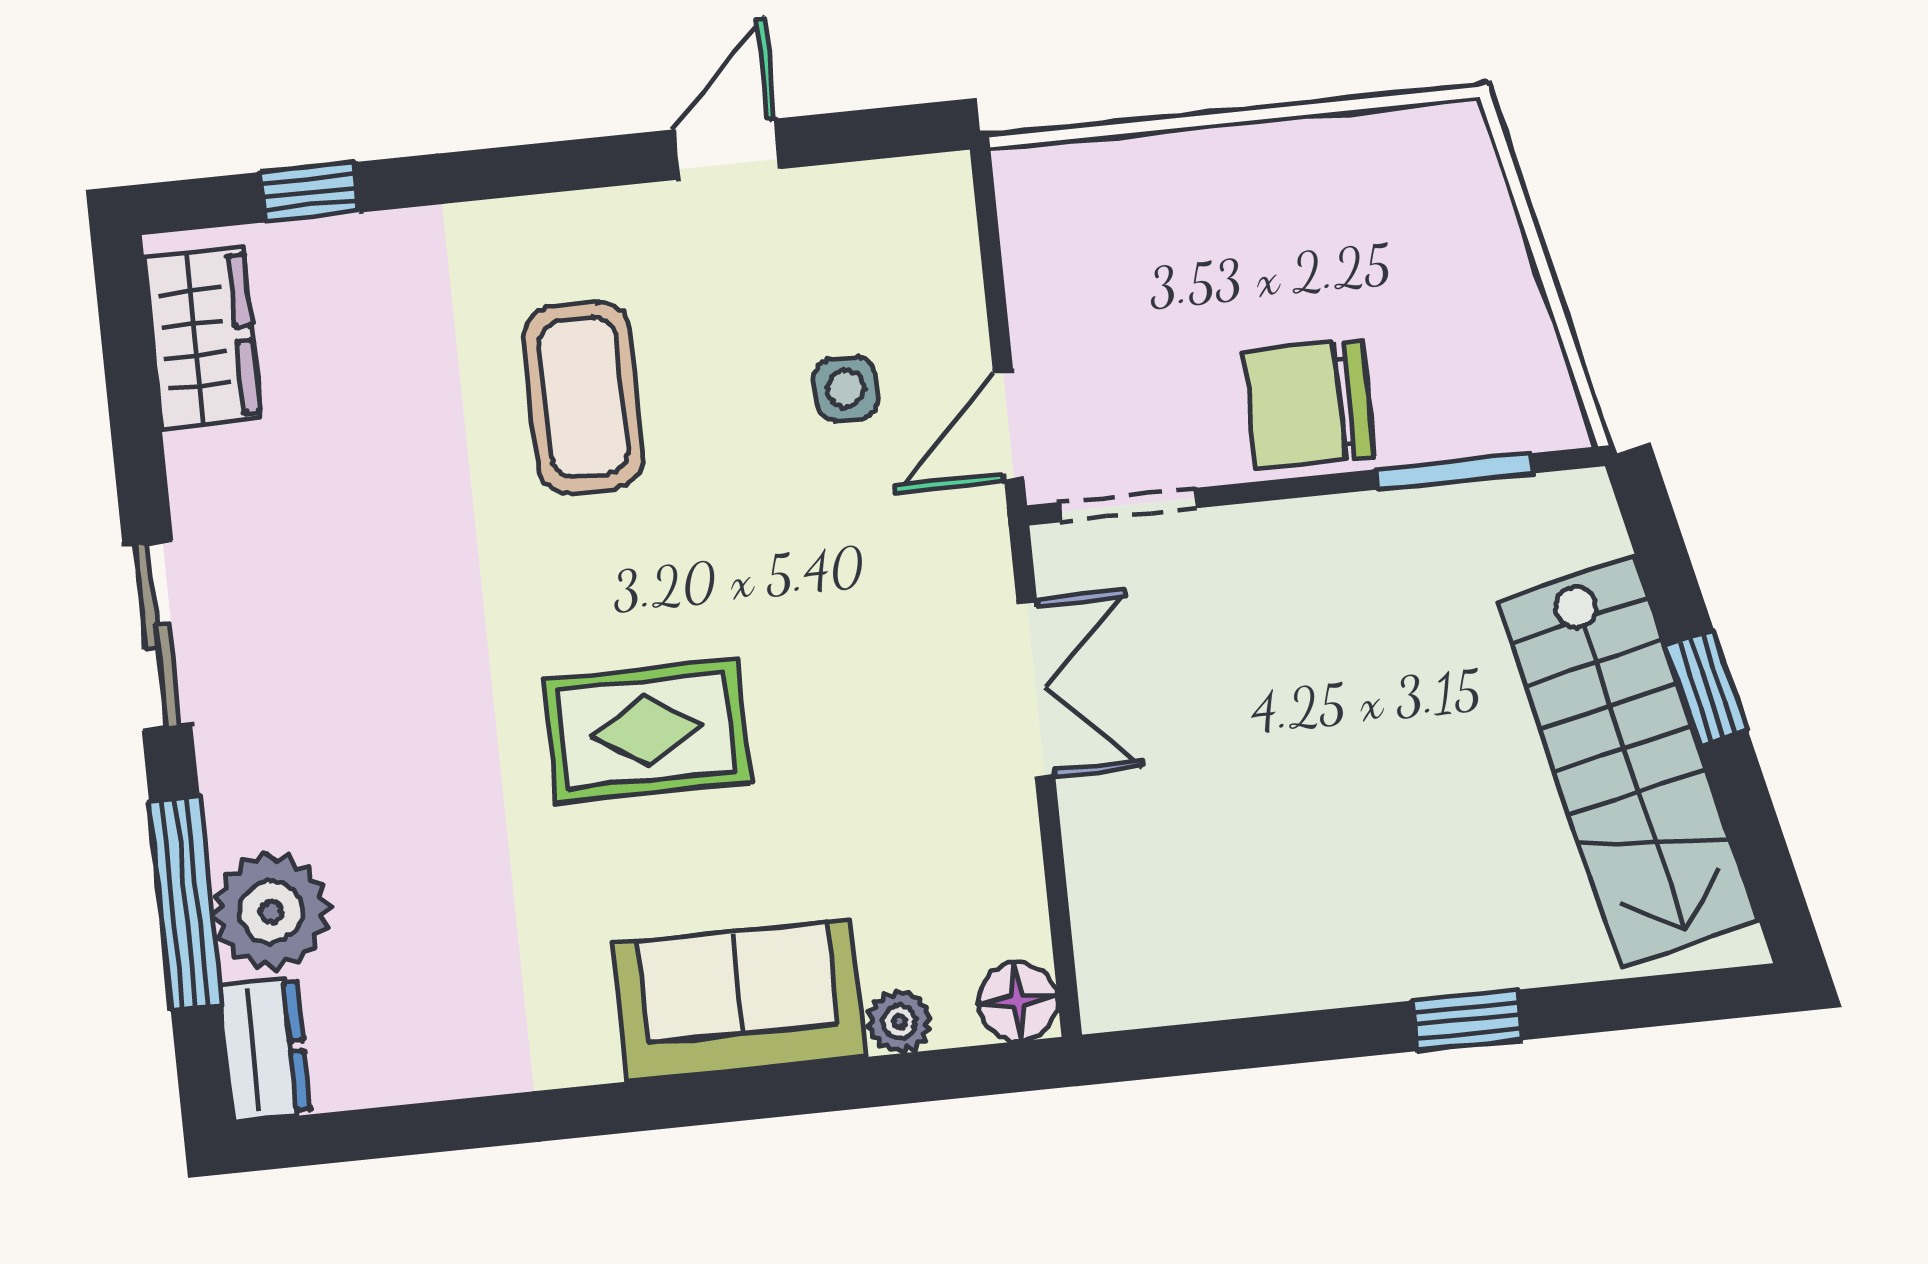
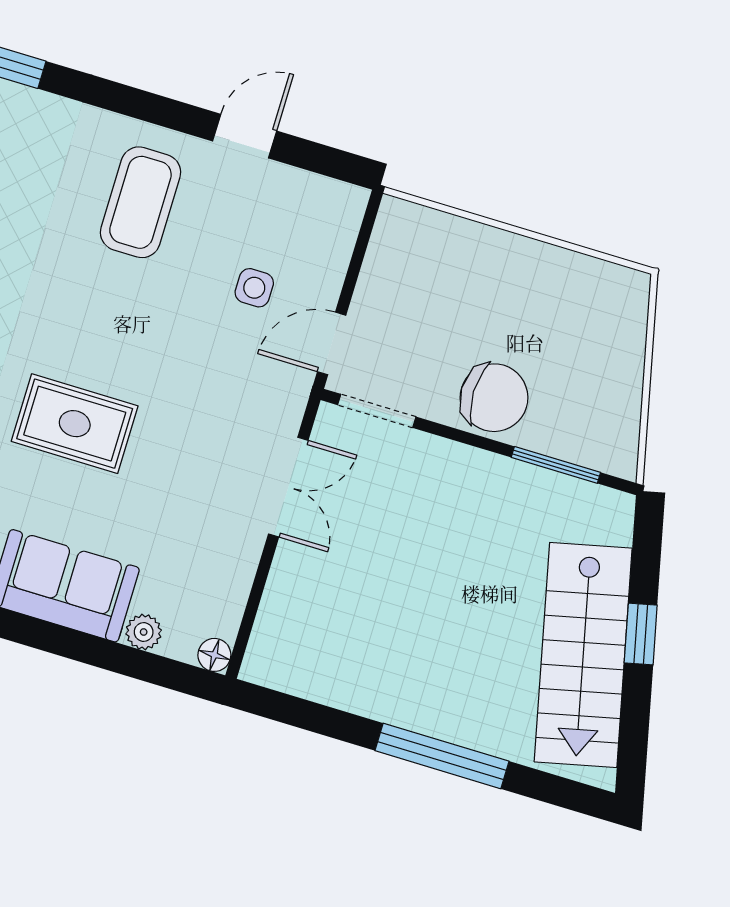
coffee table: (584, 397) -> (140, 202), moved
chair: (1309, 404) -> (494, 398), turned 180
floor lamp: (1018, 1001) -> (214, 655), width x0.73, depth x0.73
window: (1467, 1020) -> (442, 756), width x2.17

